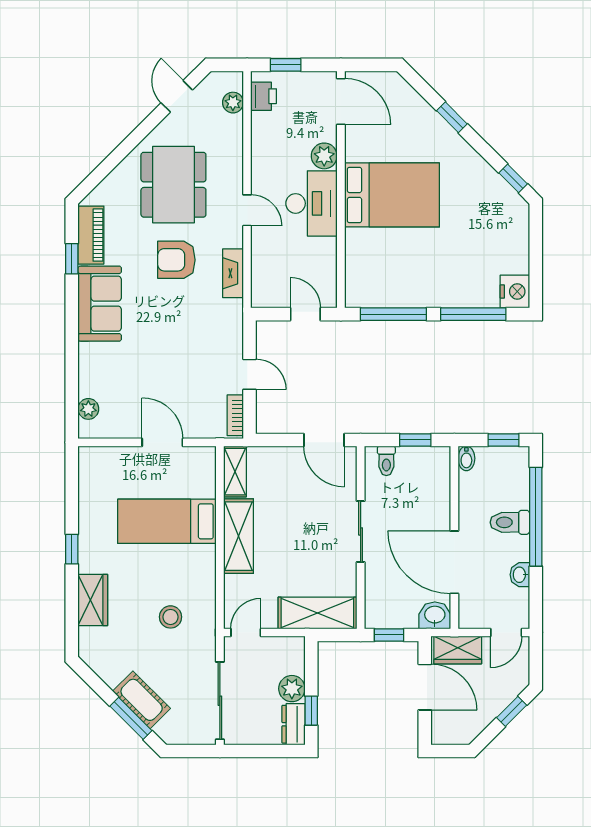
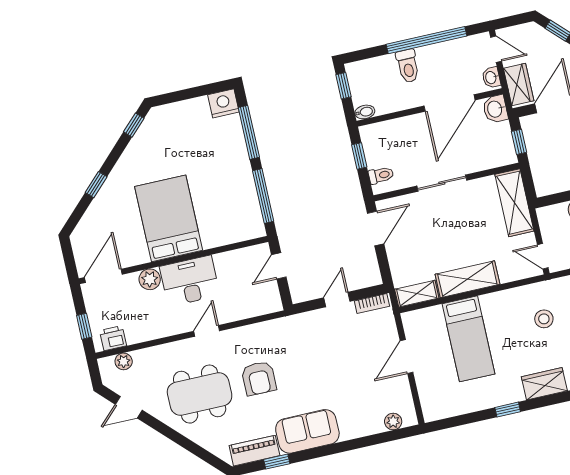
fireplace: (233, 273) -> (259, 331), removed
window: (536, 517) -> (426, 40), moved
washbasin: (520, 575) -> (491, 78), moved, turned 90

